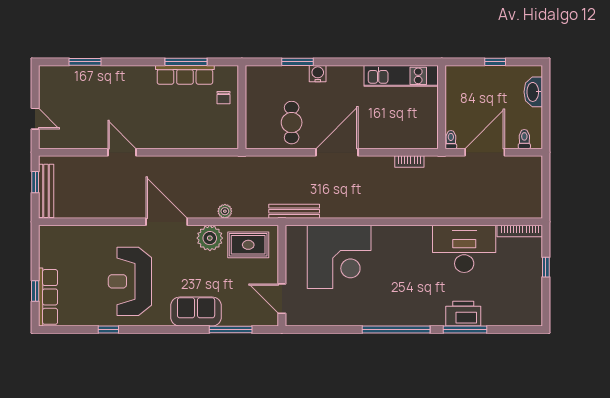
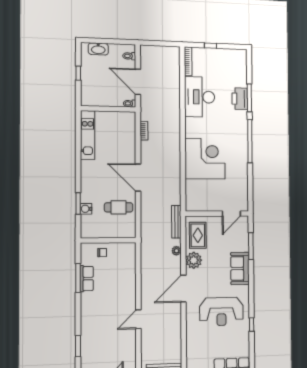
water cooler: (318, 74) -> (86, 209), moved
row of seats: (185, 75) -> (87, 279), width x0.68
bench: (294, 211) -> (176, 222), moved
corner desk: (339, 257) -> (205, 159), moved

